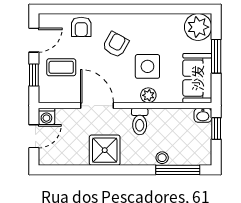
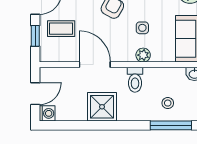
side table: (147, 66) -> (142, 28), width x0.54, depth x0.54
washing machine: (46, 116) -> (47, 113), moved, turned -90
stool: (162, 158) -> (168, 103), moved

